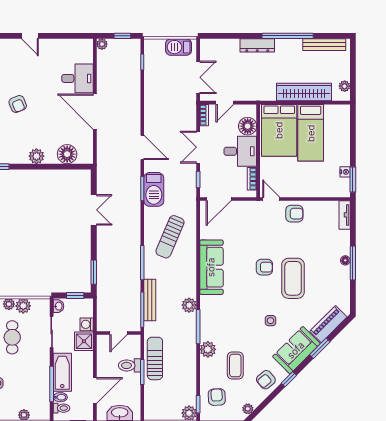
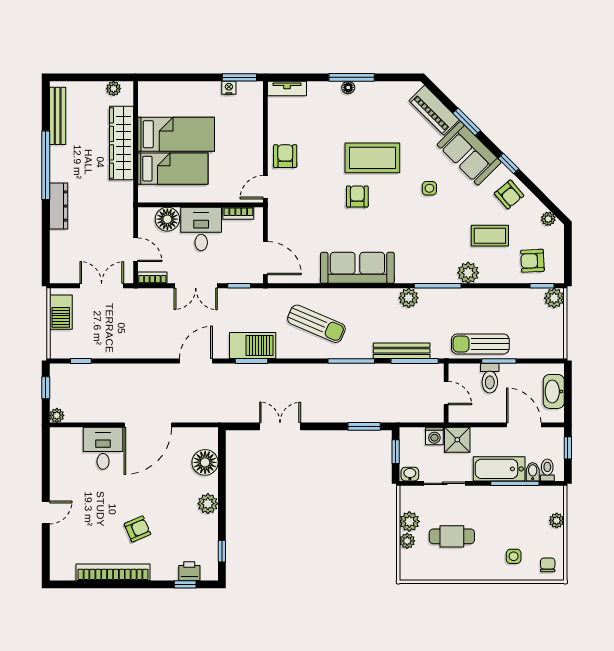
bed: (279, 130) -> (173, 169), width x0.67

